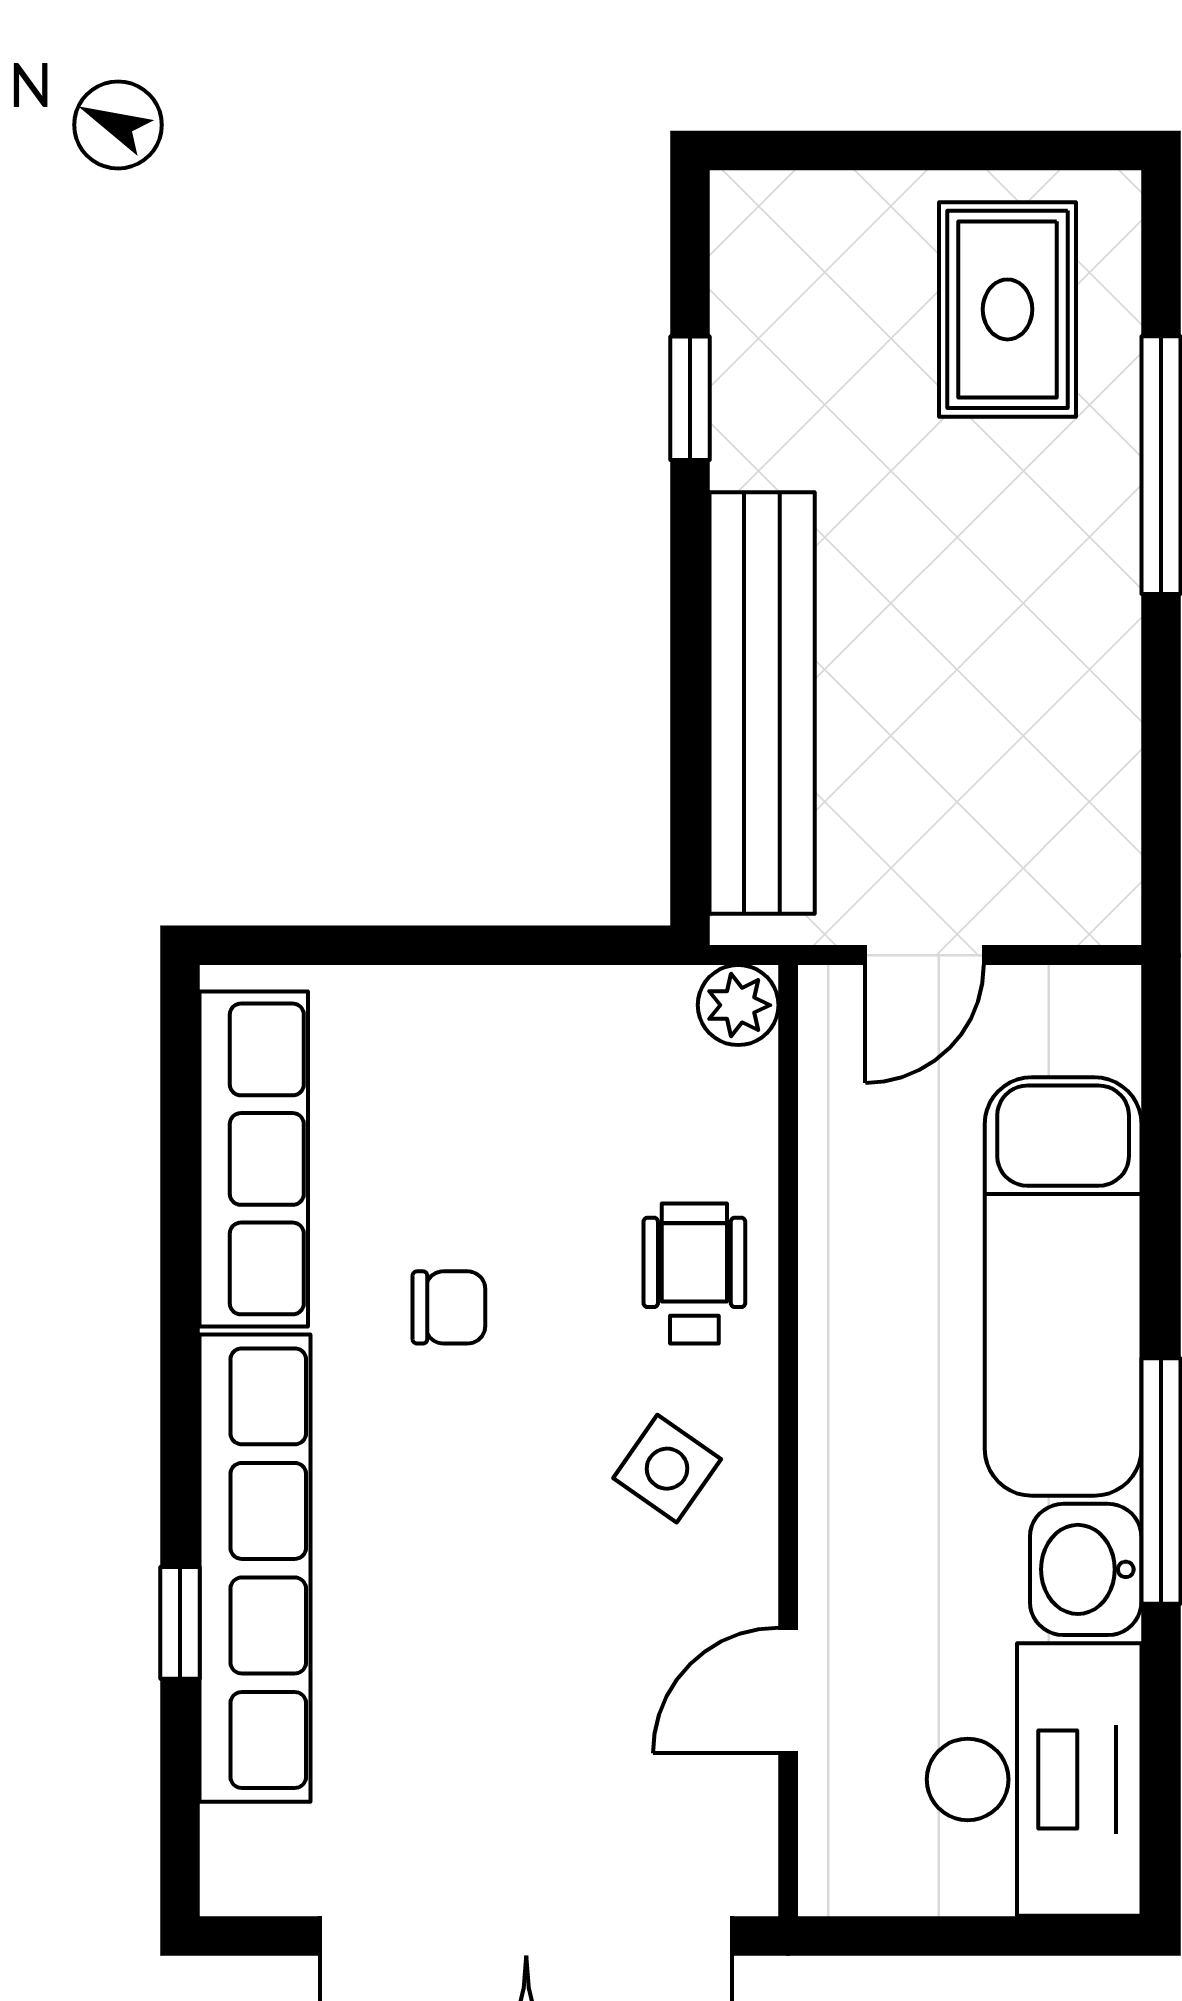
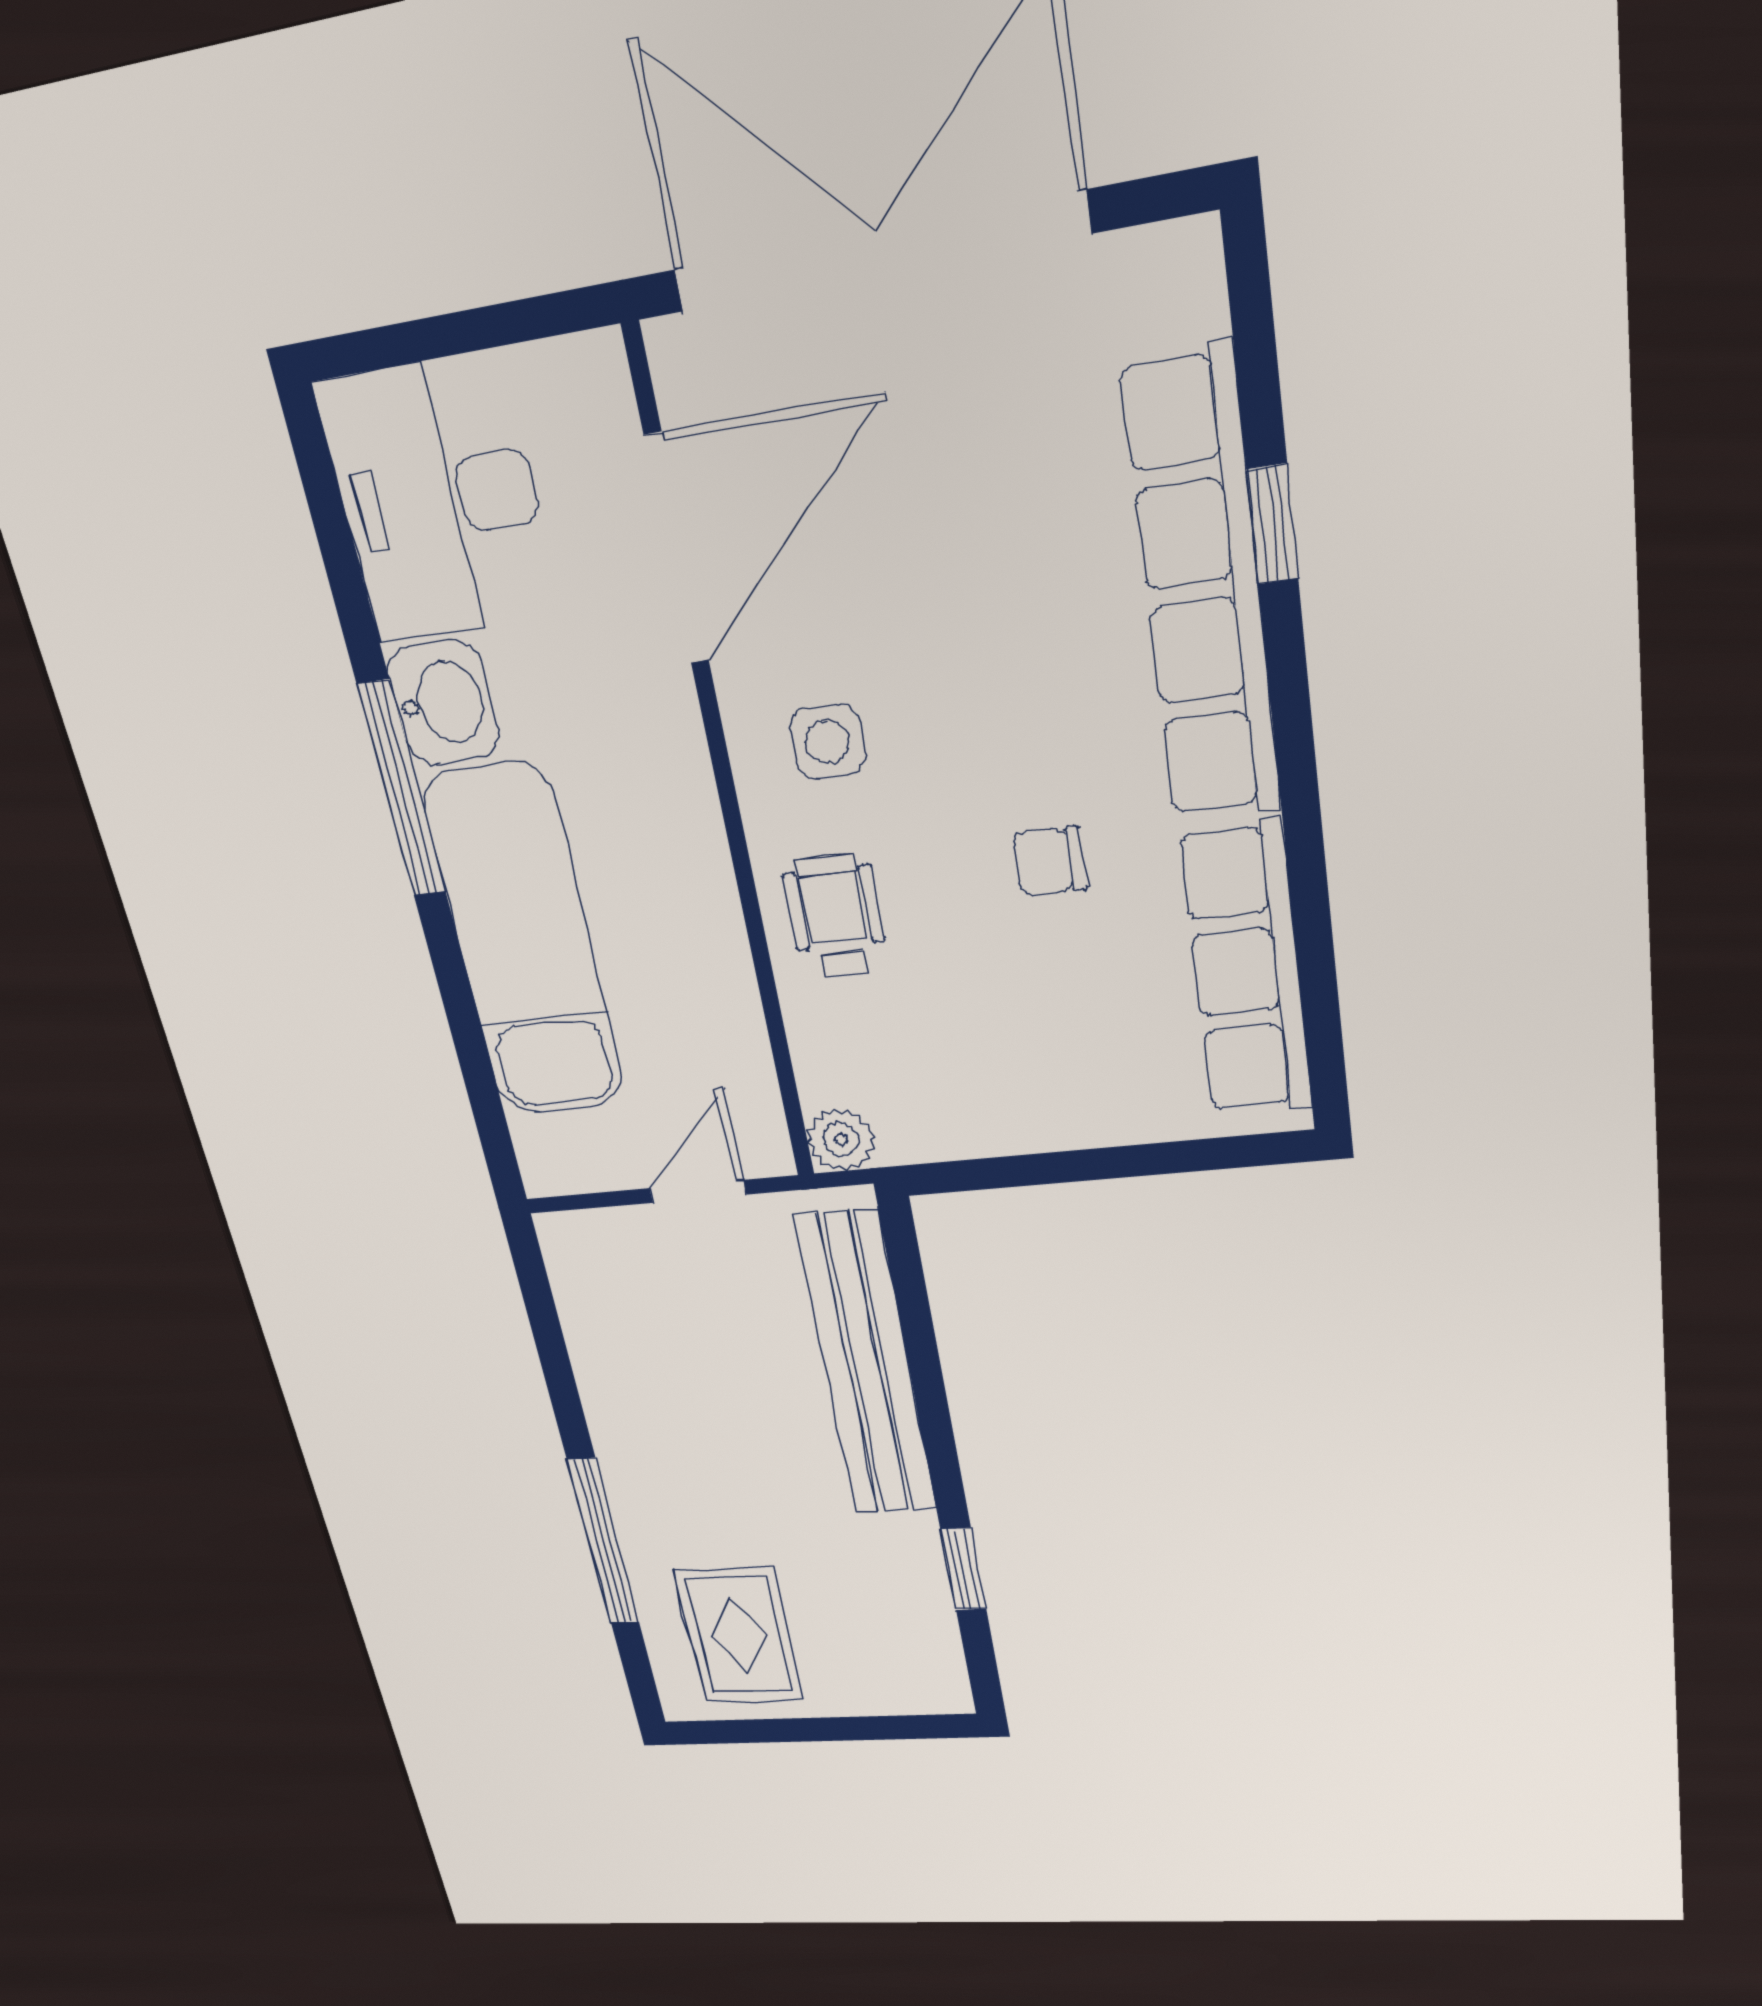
wheelchair: (694, 1274) -> (835, 917), turned 180
side table: (667, 1469) -> (827, 742), turned -34
door: (788, 1691) -> (677, 549), width x1.88

